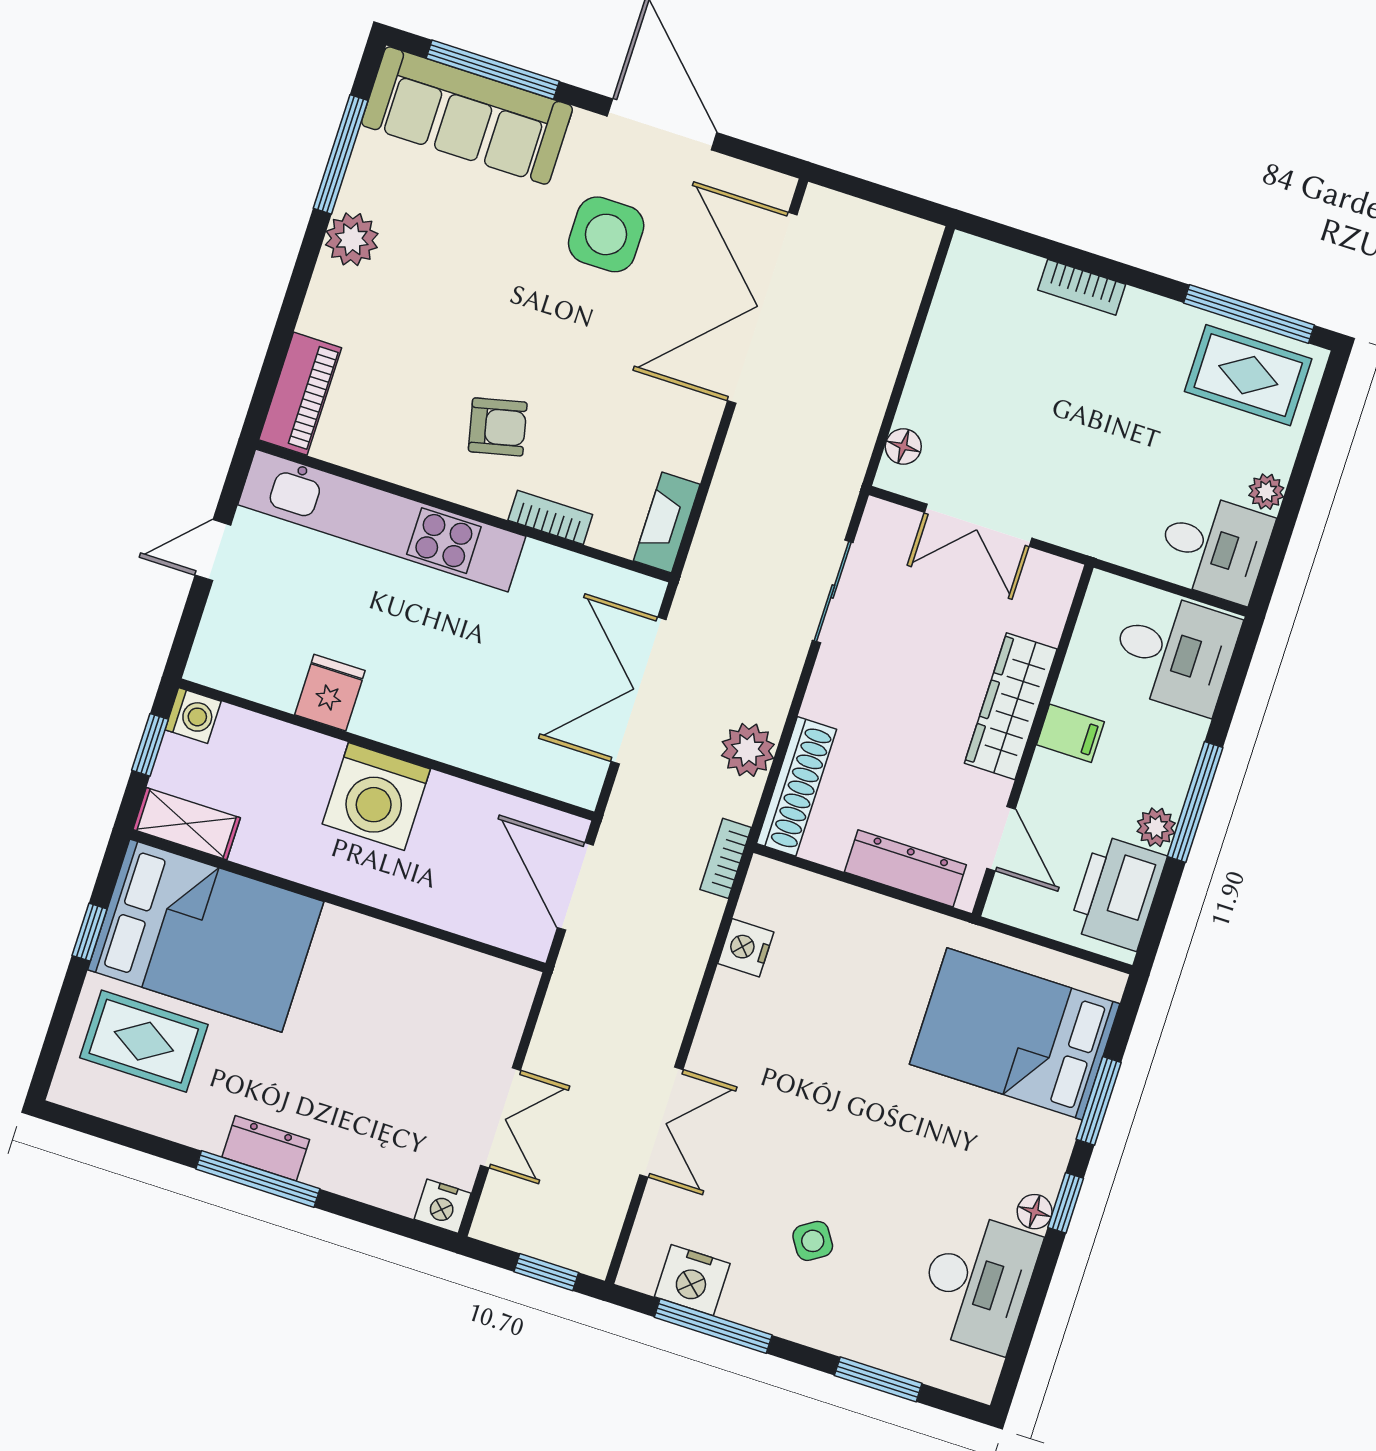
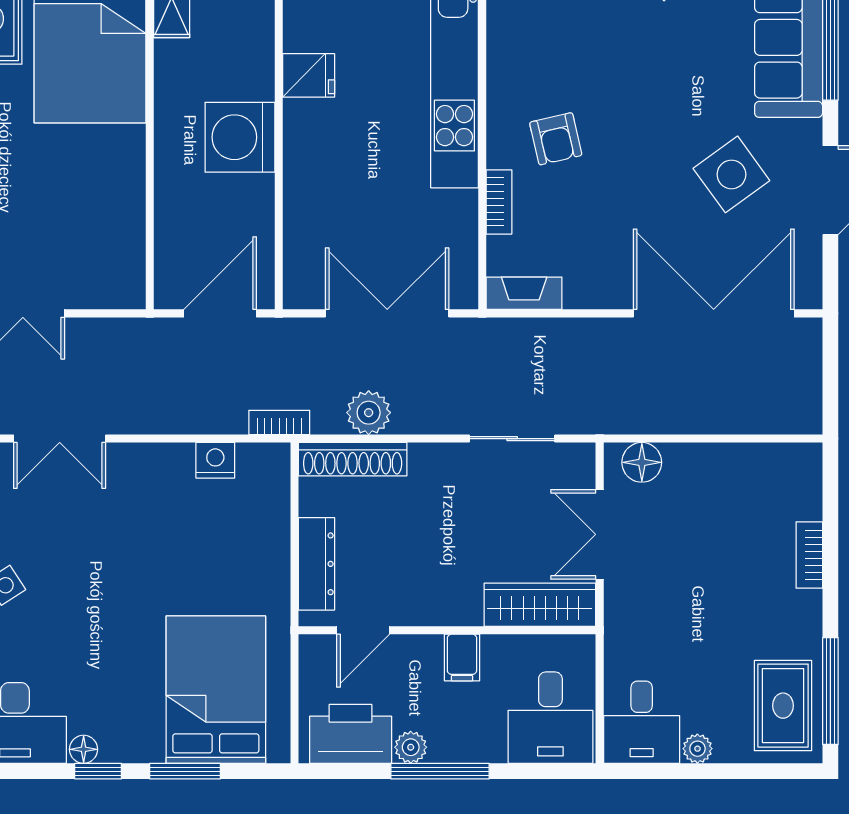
side table: (606, 234) -> (731, 174), turned -36
floor lamp: (903, 446) -> (642, 462), width x1.37, depth x1.37
wardrobe: (1011, 706) -> (540, 605), moved

